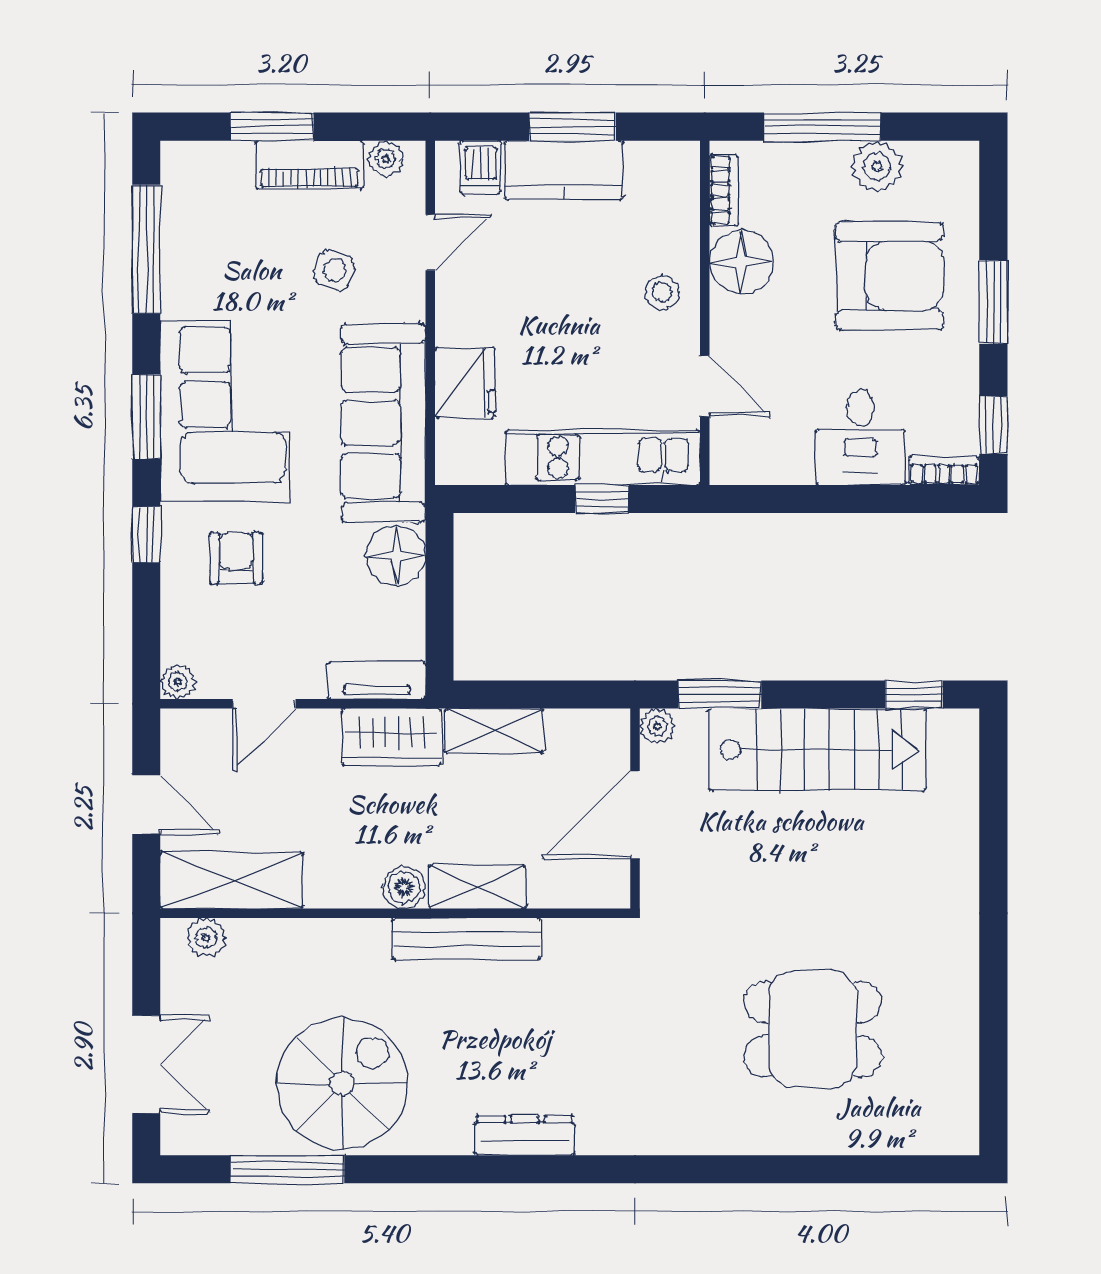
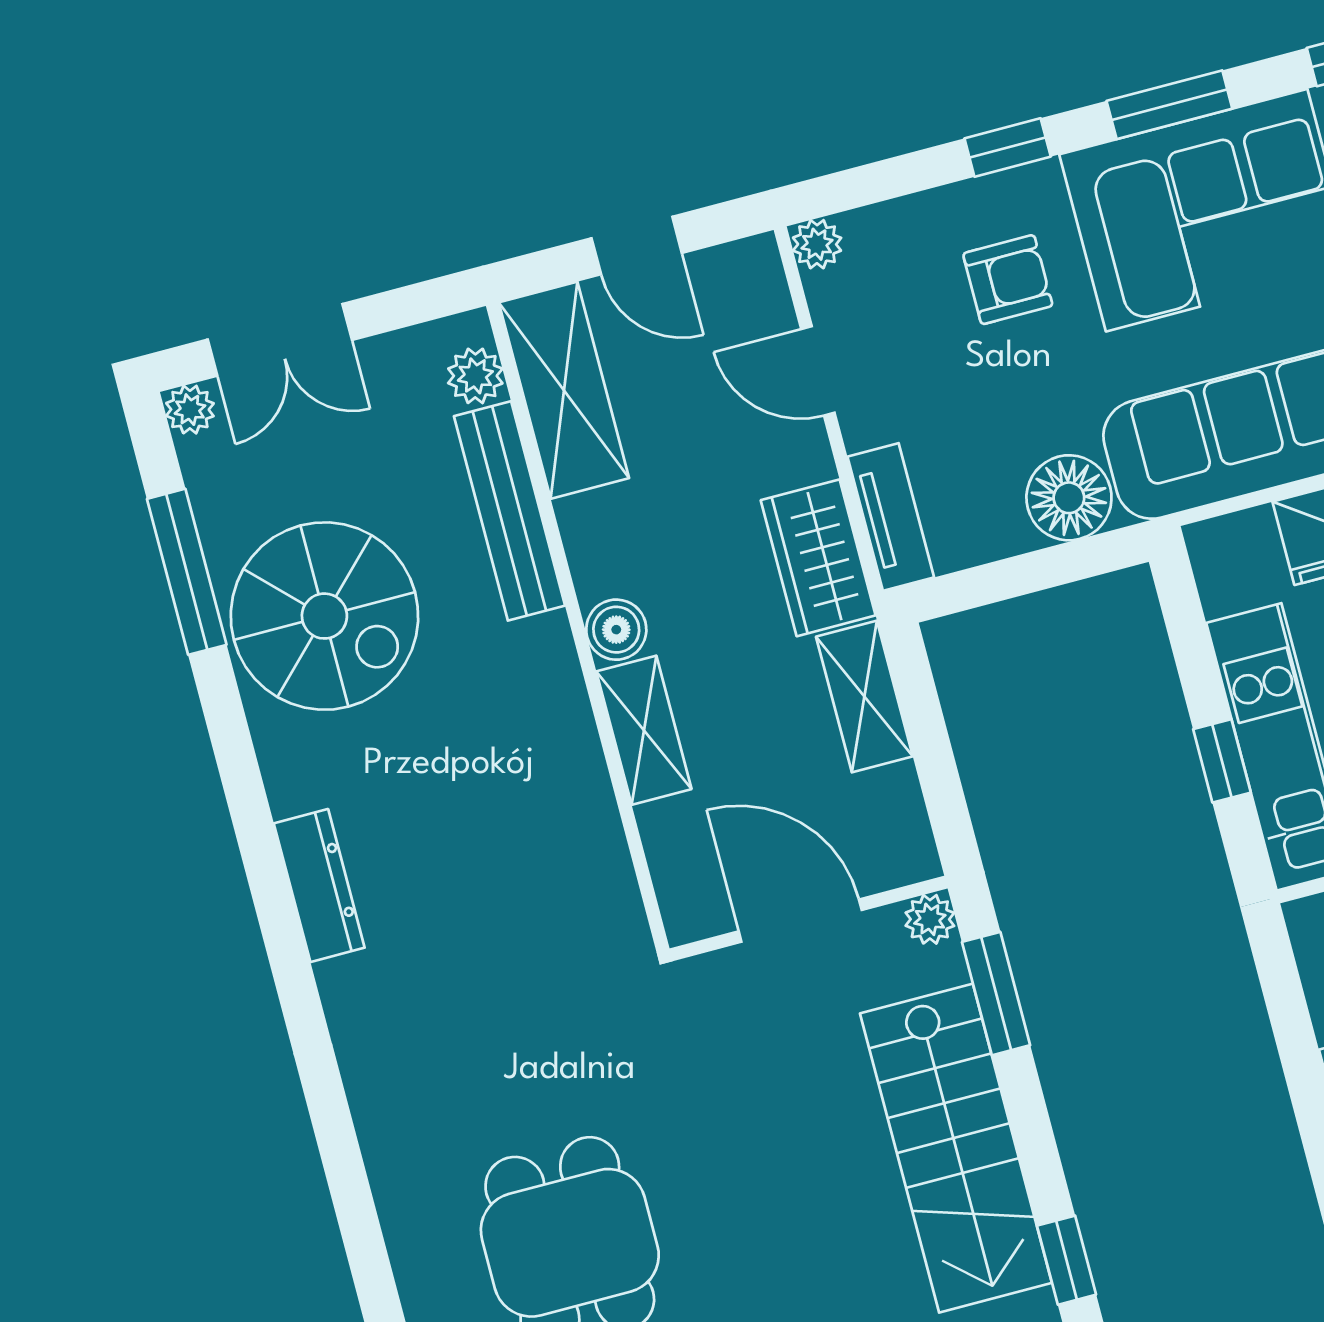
door: (146, 805) -> (637, 246), hinge flipped
bench: (467, 939) -> (509, 511), moved
plant: (178, 1138) -> (190, 410), added

